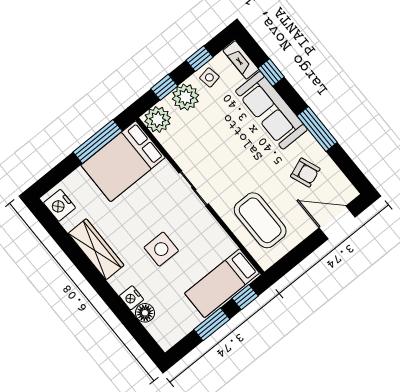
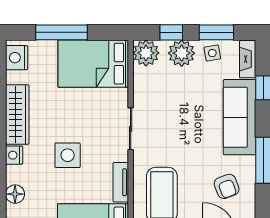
window: (200, 59) -> (216, 32), width x1.50
window: (98, 141) -> (61, 32), moved
tv unit: (220, 236) -> (121, 182), added
nightstand: (131, 298) -> (14, 155), moved

